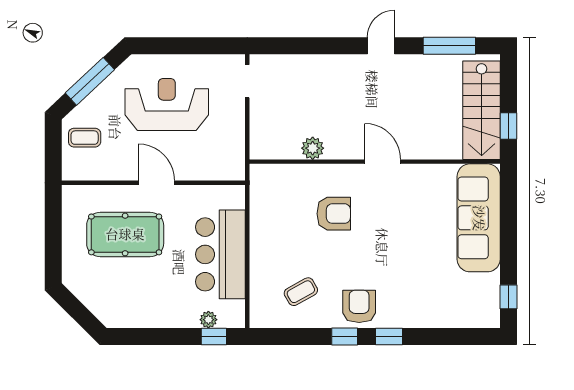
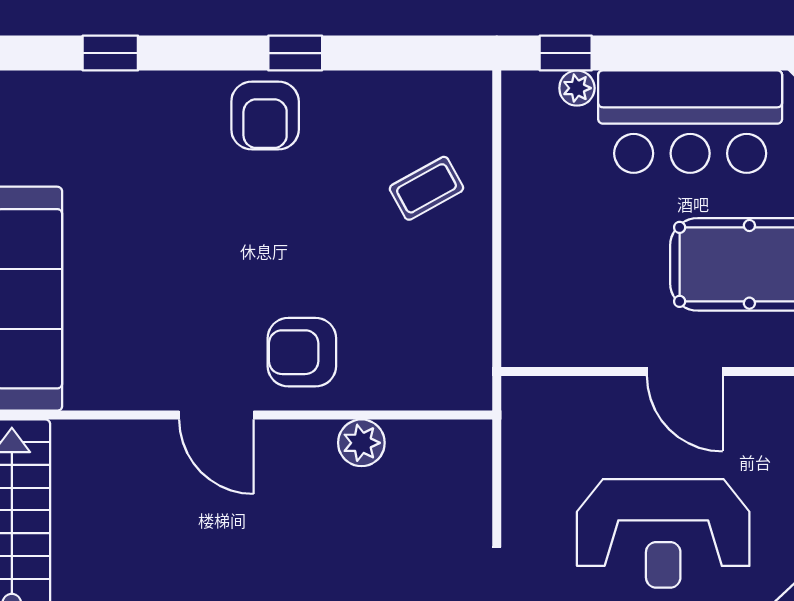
armchair: (334, 214) -> (302, 352), moved
bar counter: (220, 254) -> (690, 122), moved, turned 90
coffee table: (301, 292) -> (426, 188), moved
window: (389, 337) -> (110, 53), moved

